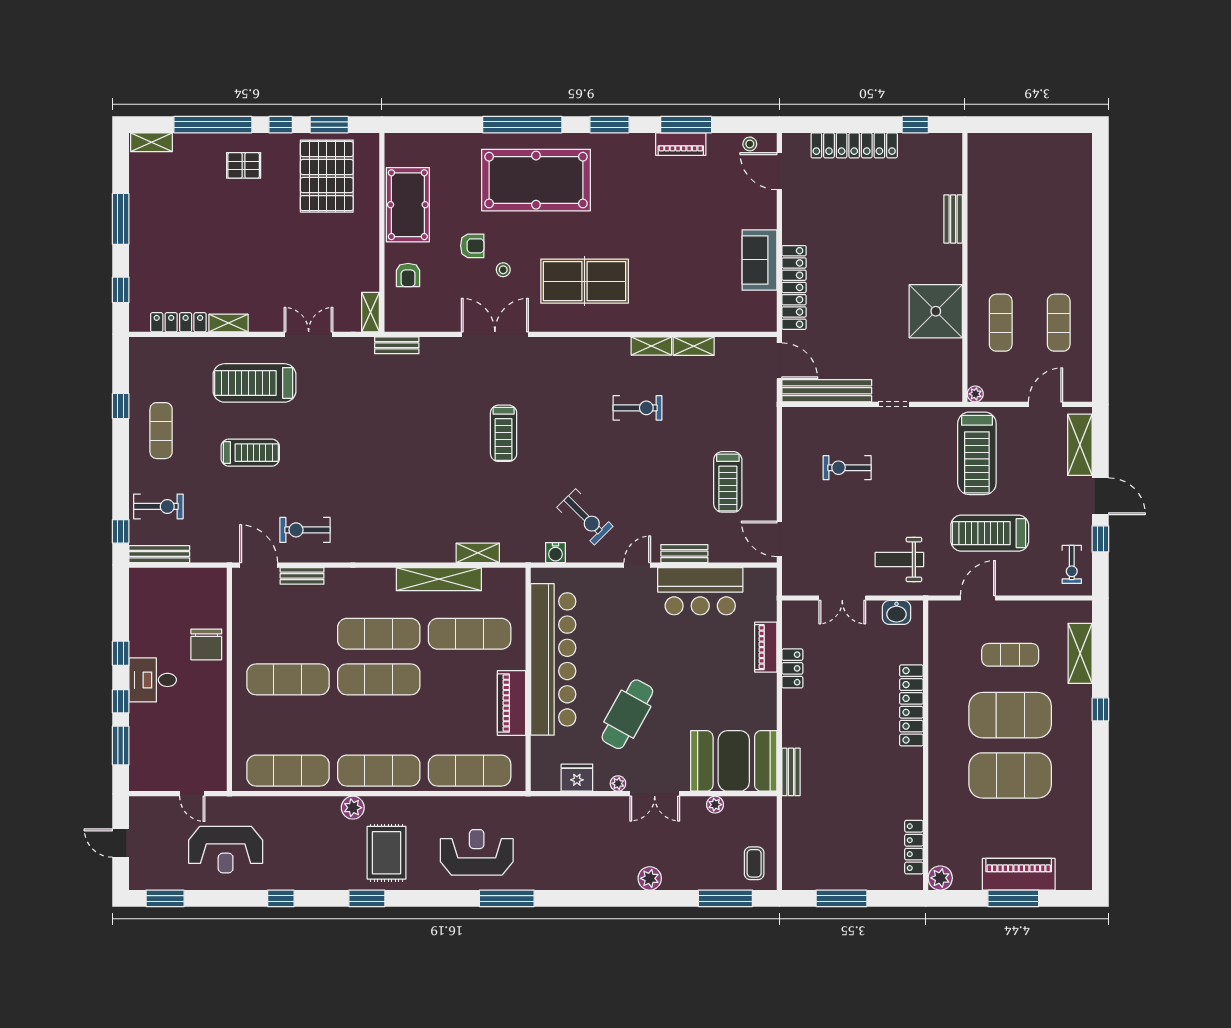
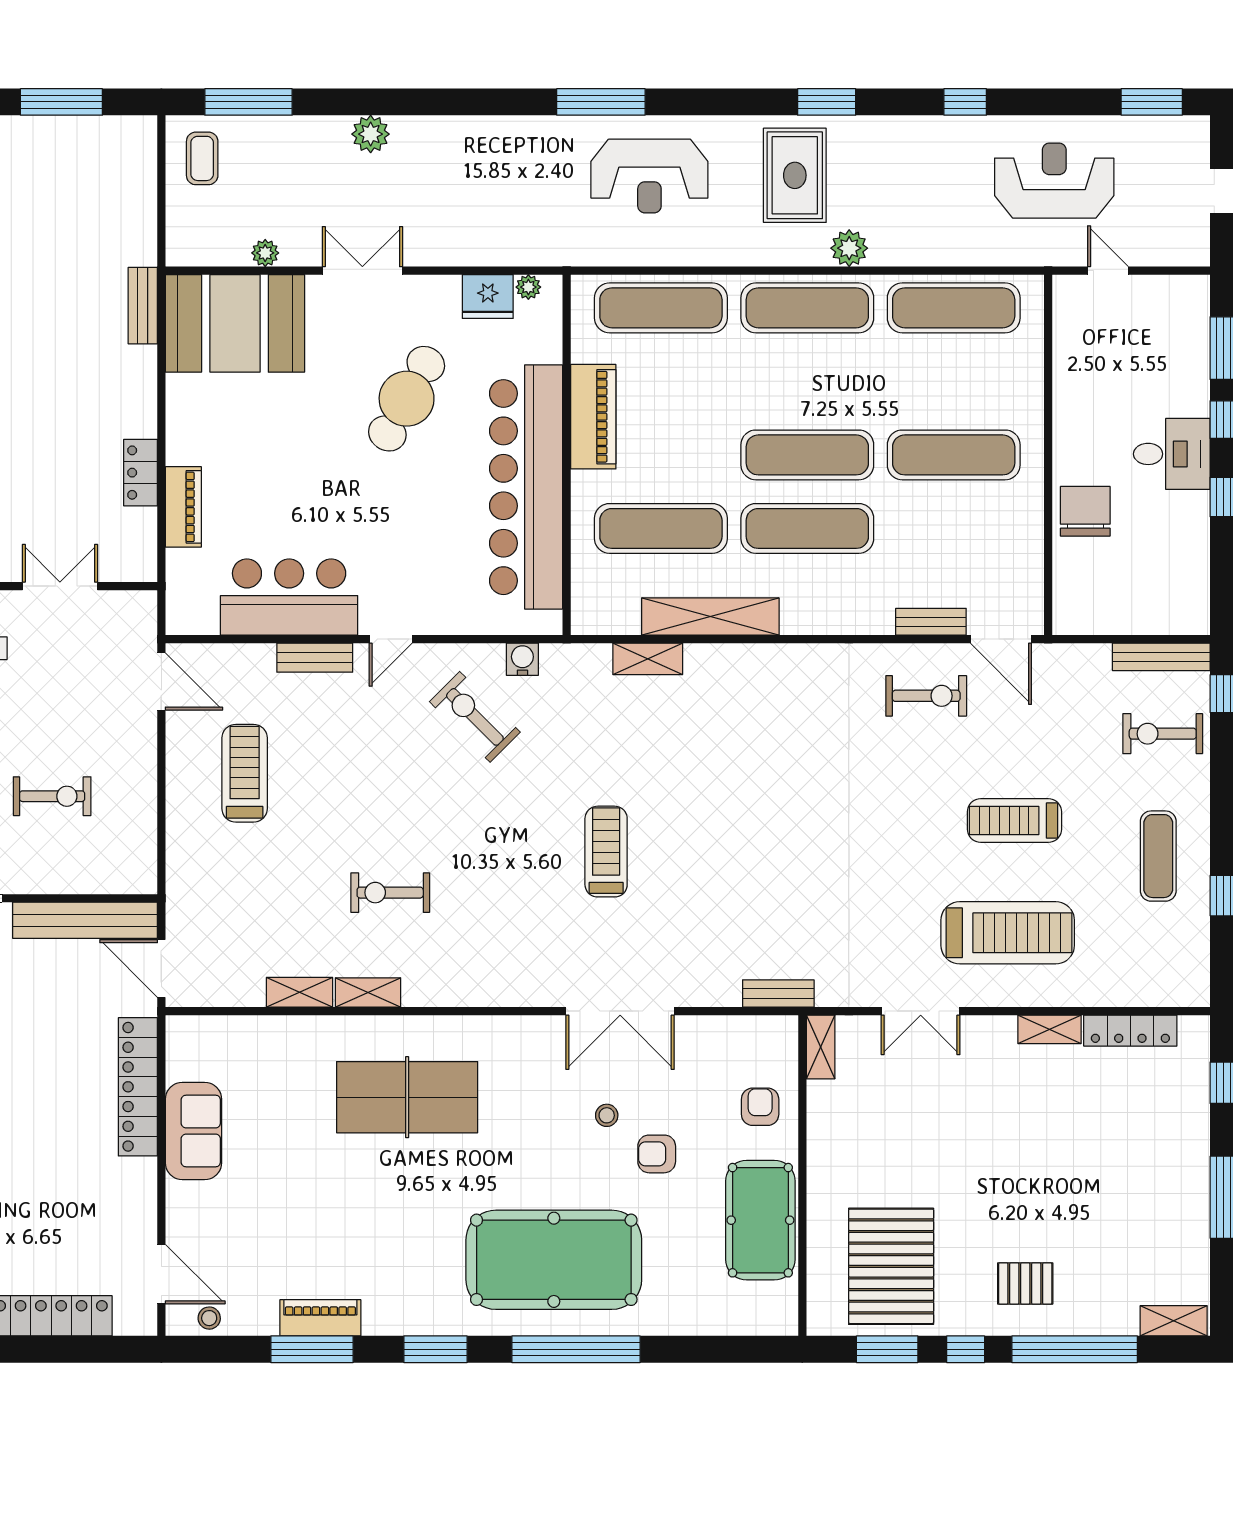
table tennis table: (585, 281) -> (407, 1097), moved
plant: (618, 783) -> (528, 287), moved

